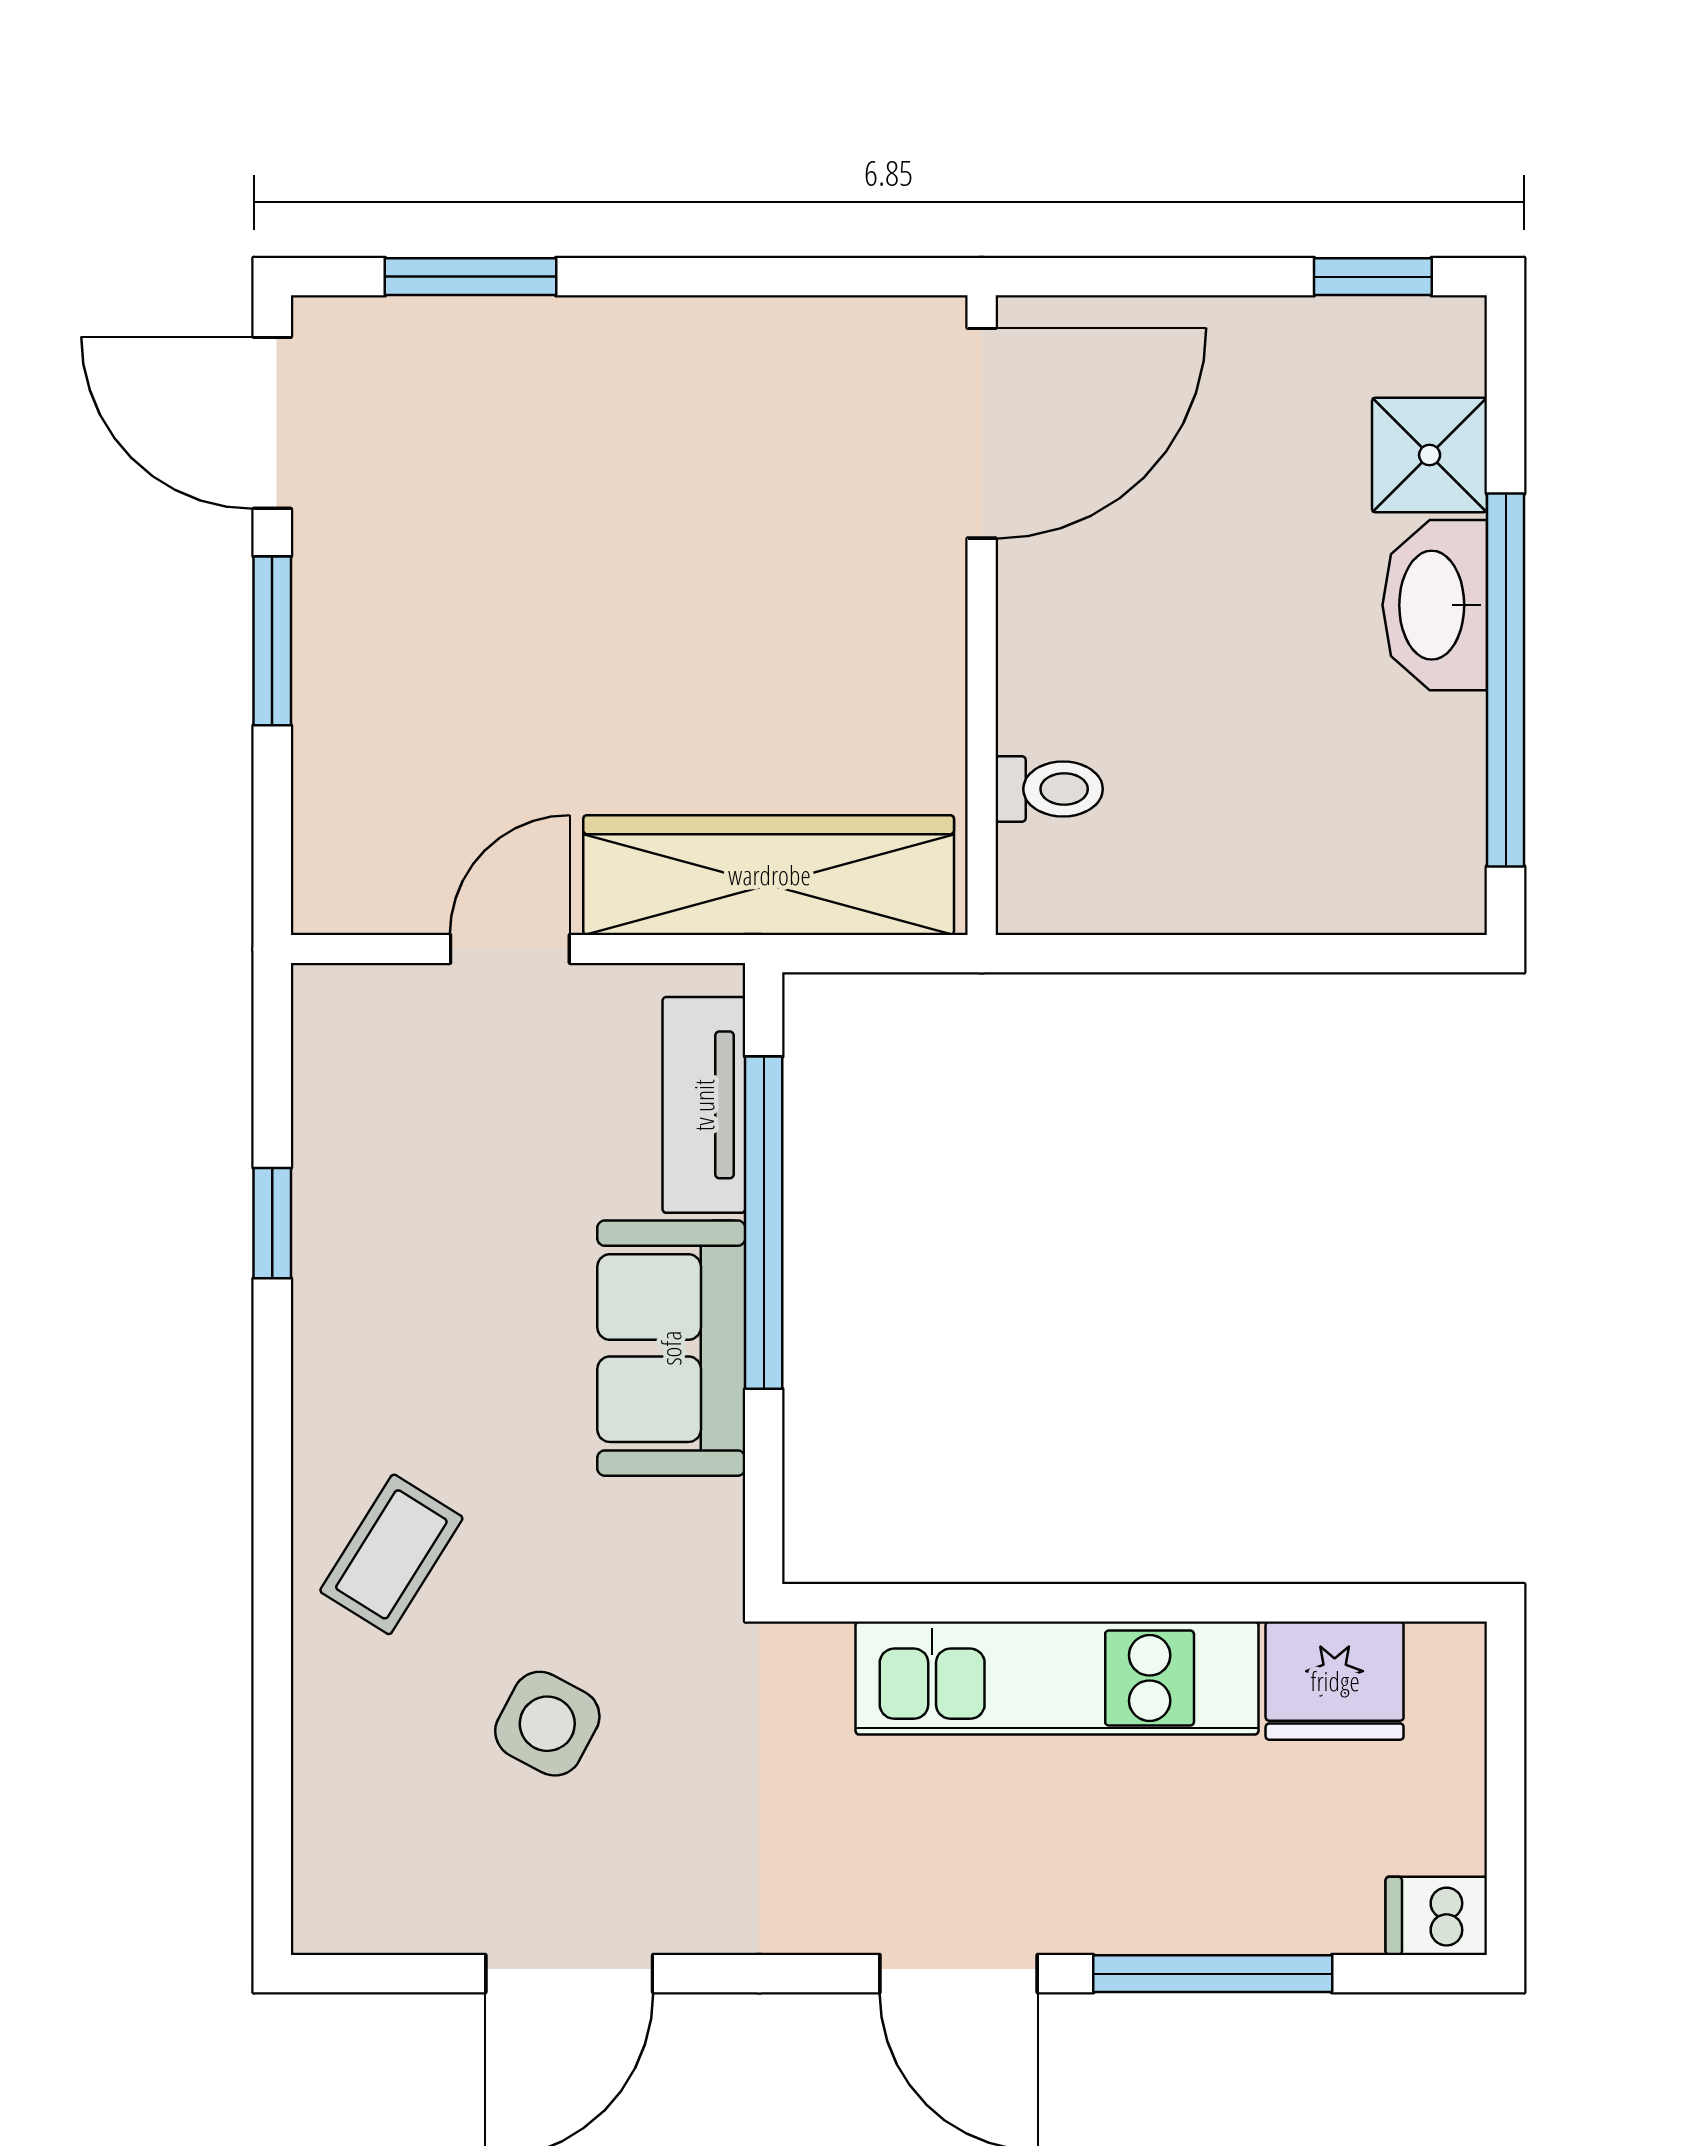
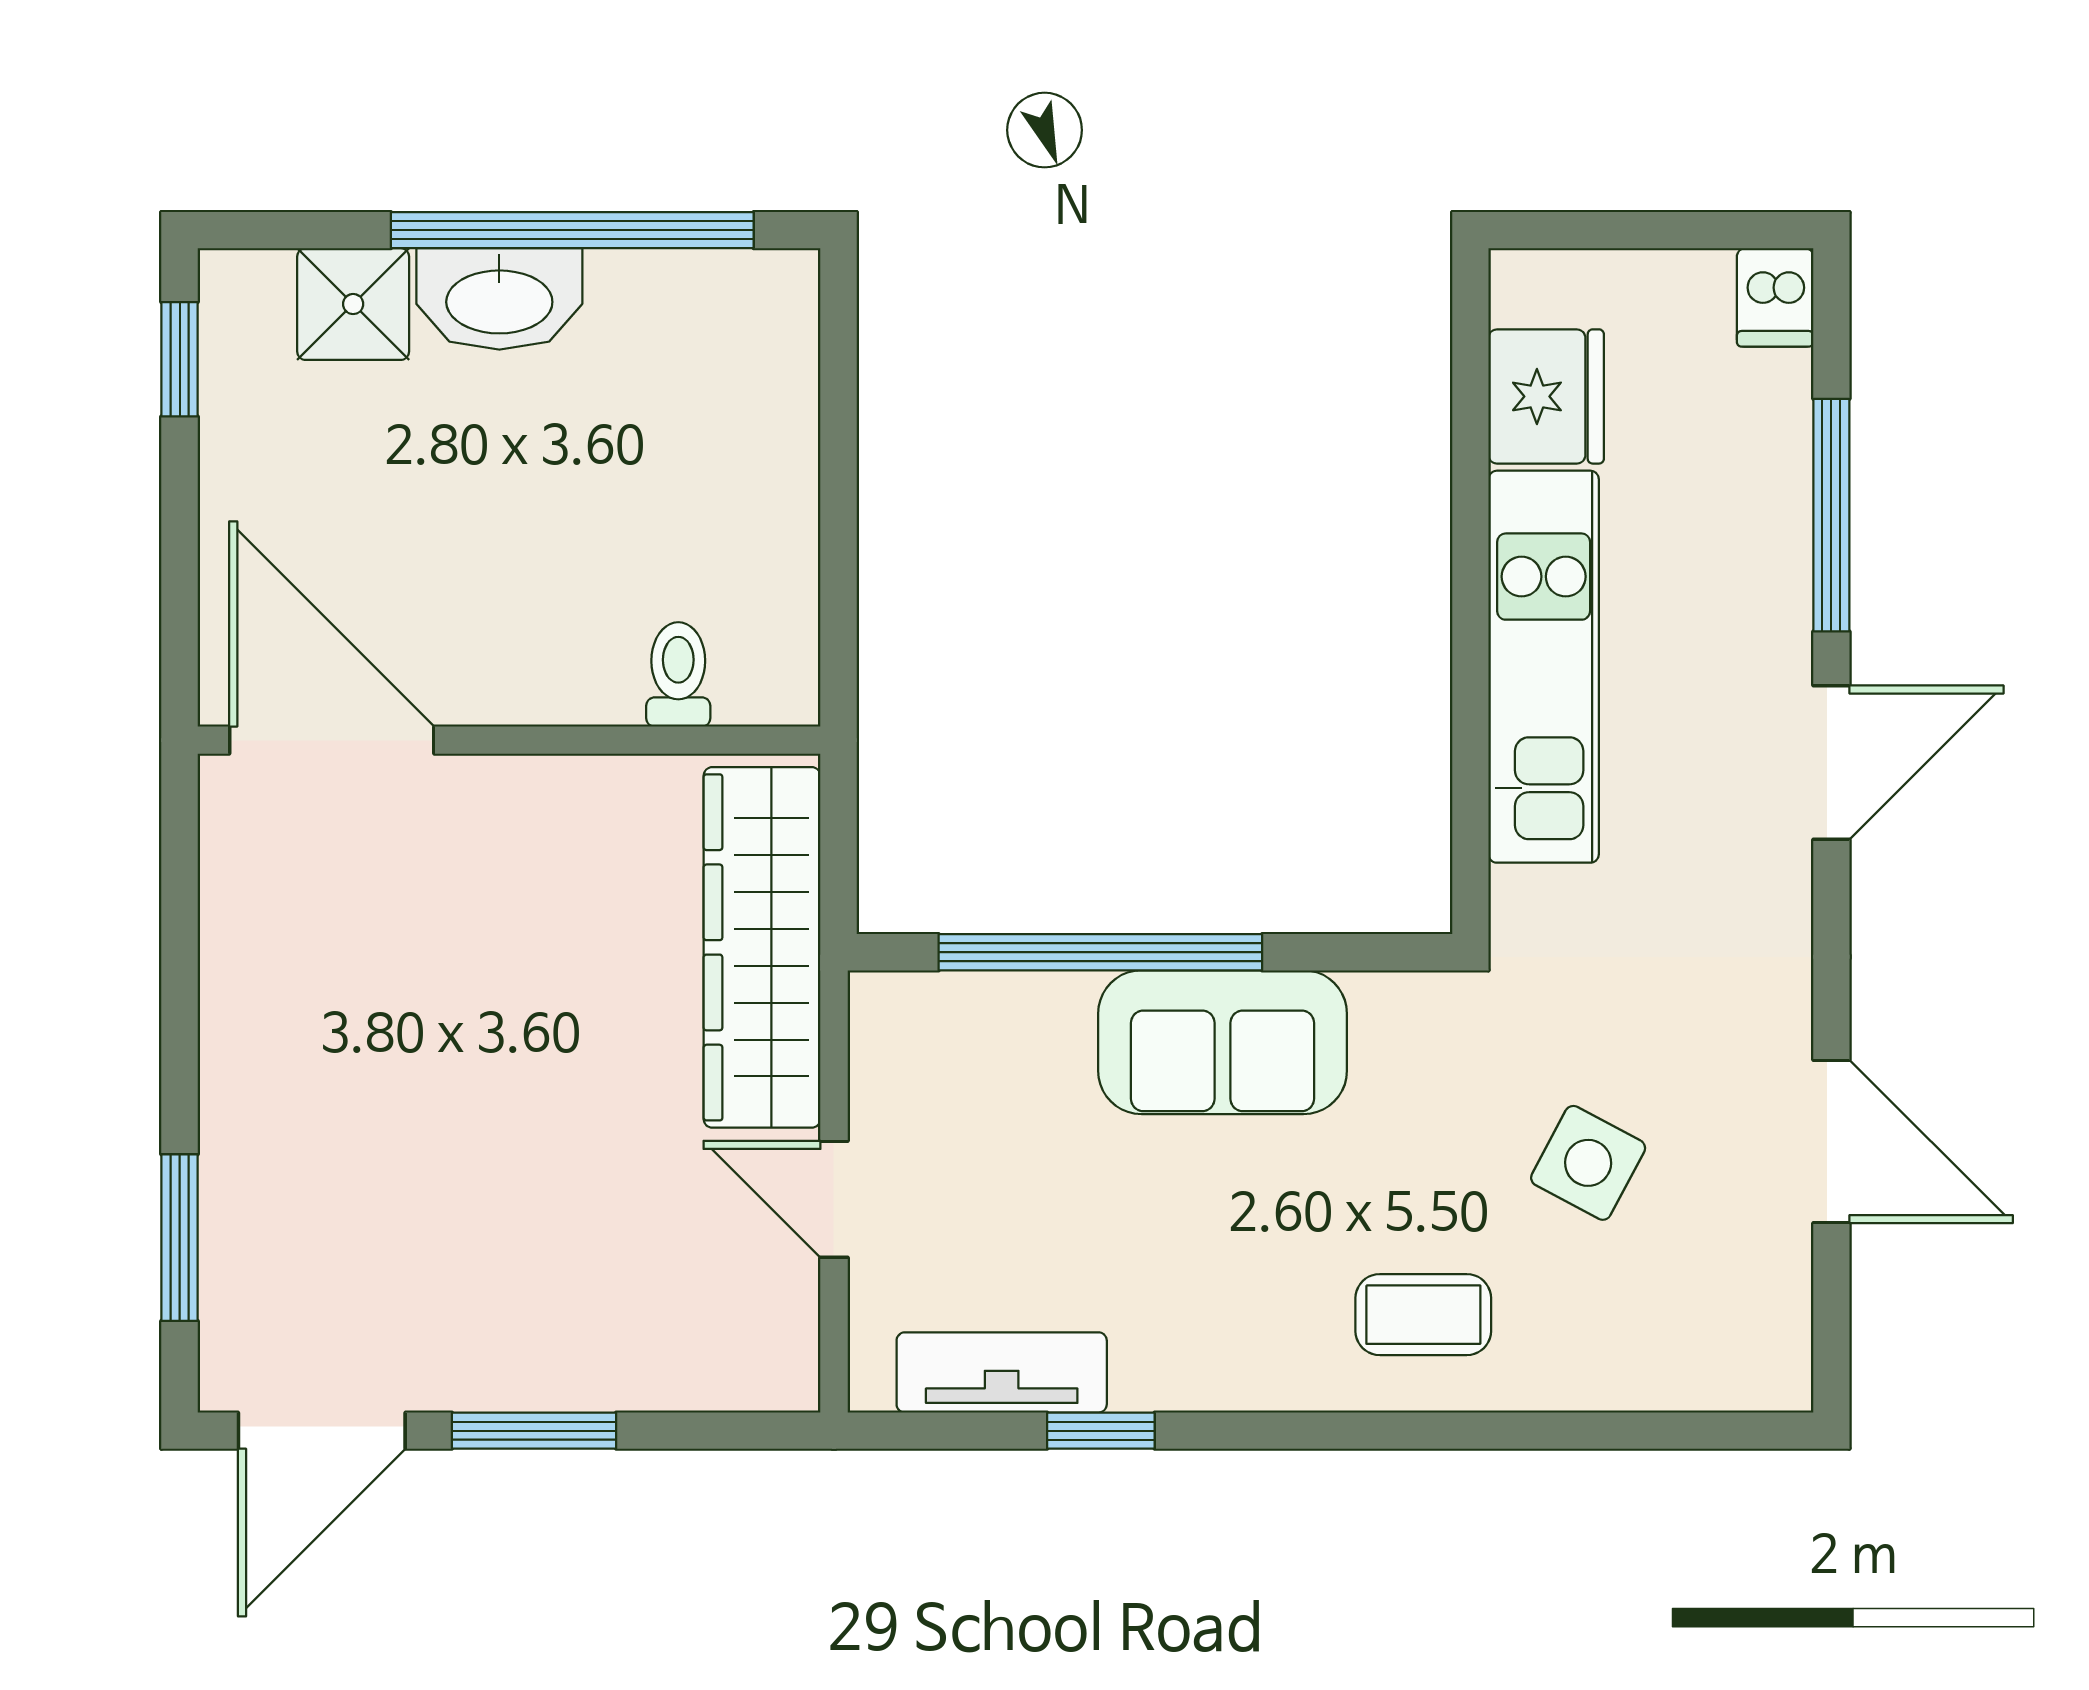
tv unit: (704, 1105) -> (1002, 1372), moved, turned 180
coffee table: (391, 1554) -> (1423, 1315), turned -32

